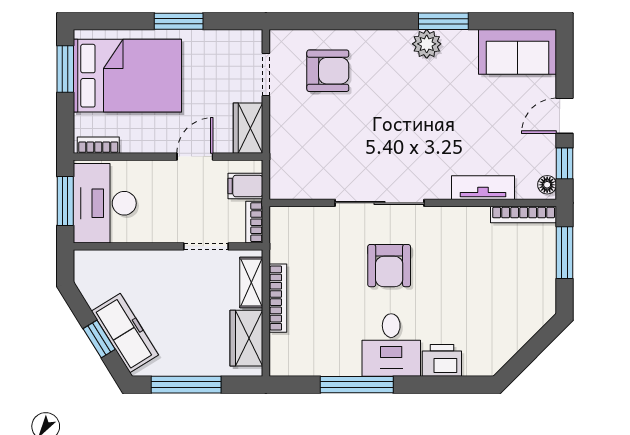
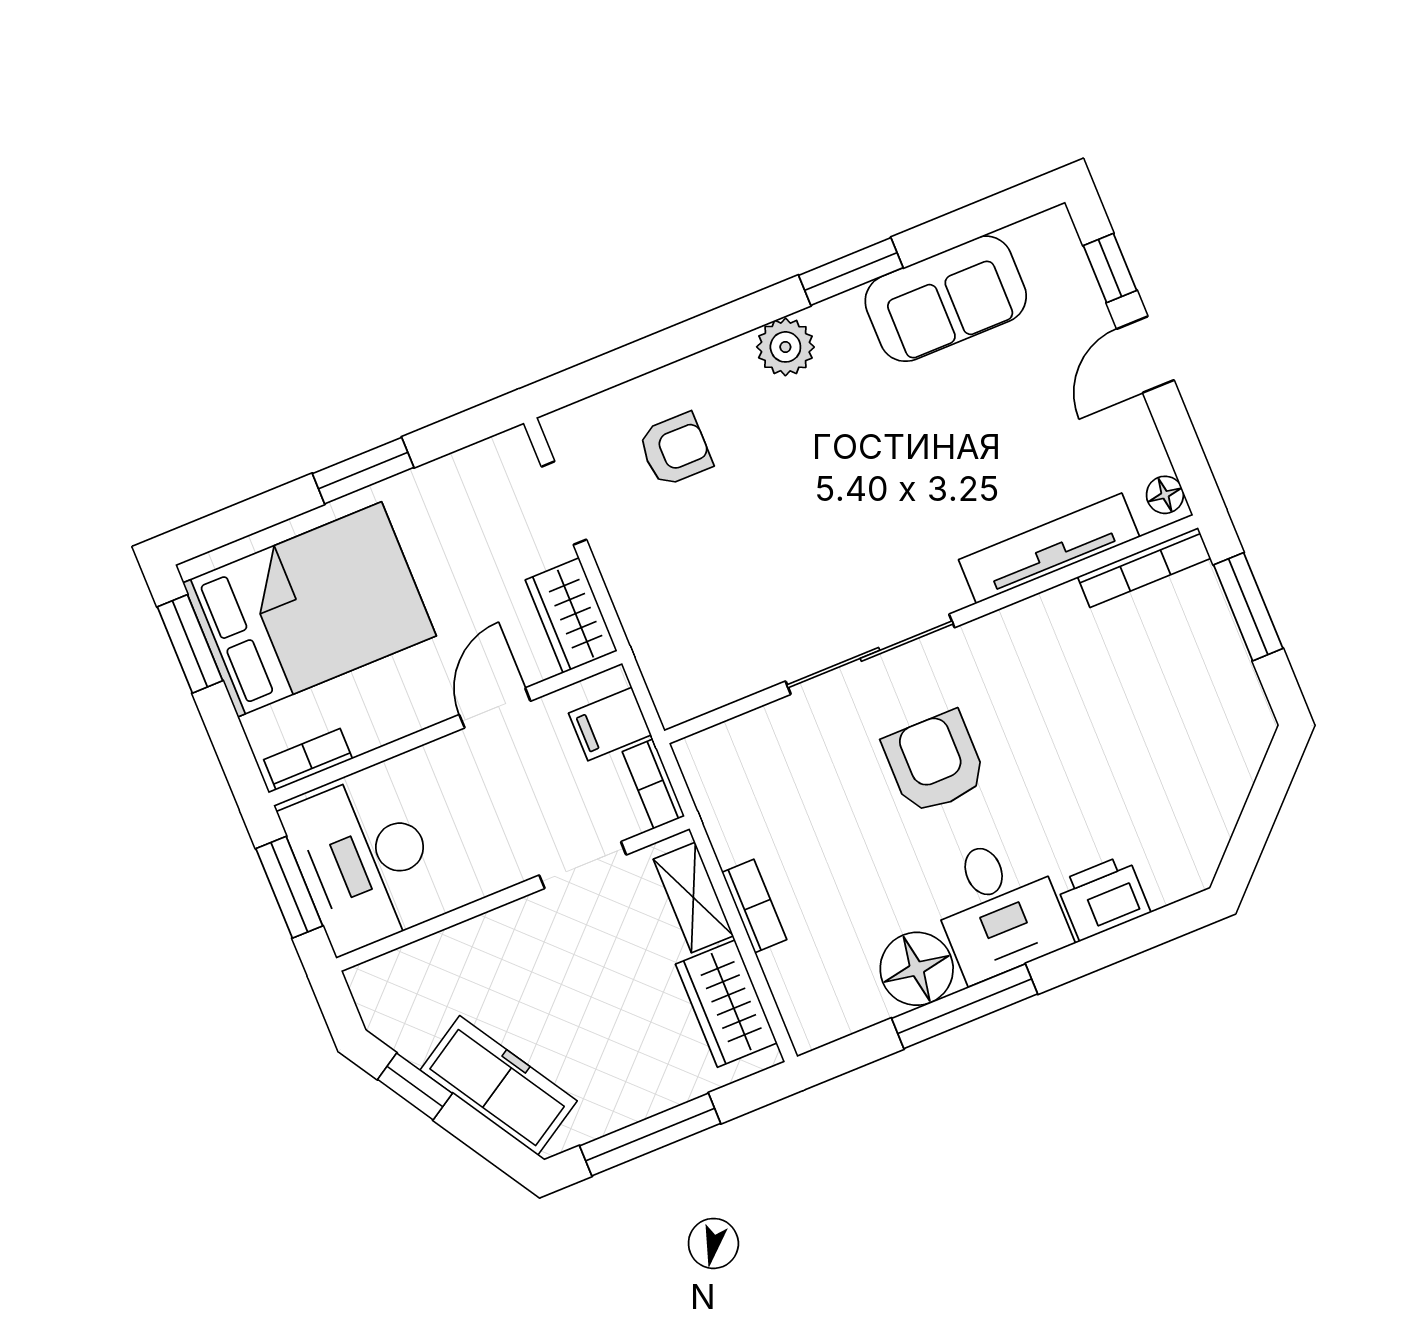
plant: (427, 44) -> (785, 347), moved
sofa: (517, 52) -> (946, 299), moved
armchair: (328, 71) -> (675, 450), width x0.72, depth x0.72
window: (565, 163) -> (1110, 268), moved
tv unit: (483, 188) -> (1049, 548), width x1.41
armchair: (389, 266) -> (935, 763), turned 180
bookcase: (278, 298) -> (754, 906), width x0.64
window: (99, 339) -> (415, 1086), moved
floor lamp: (342, 358) -> (917, 969), added

